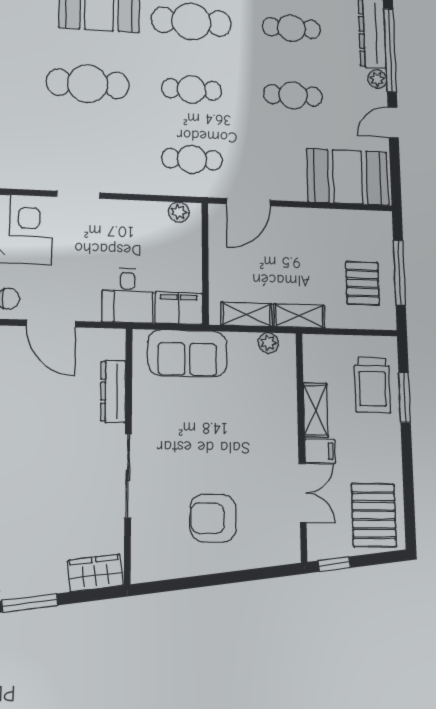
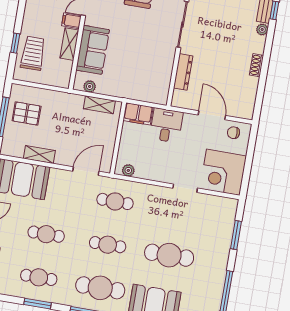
pallet: (363, 283) -> (27, 114), turned 90
shelving: (299, 316) -> (39, 154), moved
sofa: (187, 353) -> (93, 50), moved, turned 90
window: (405, 398) -> (15, 43), width x0.67

